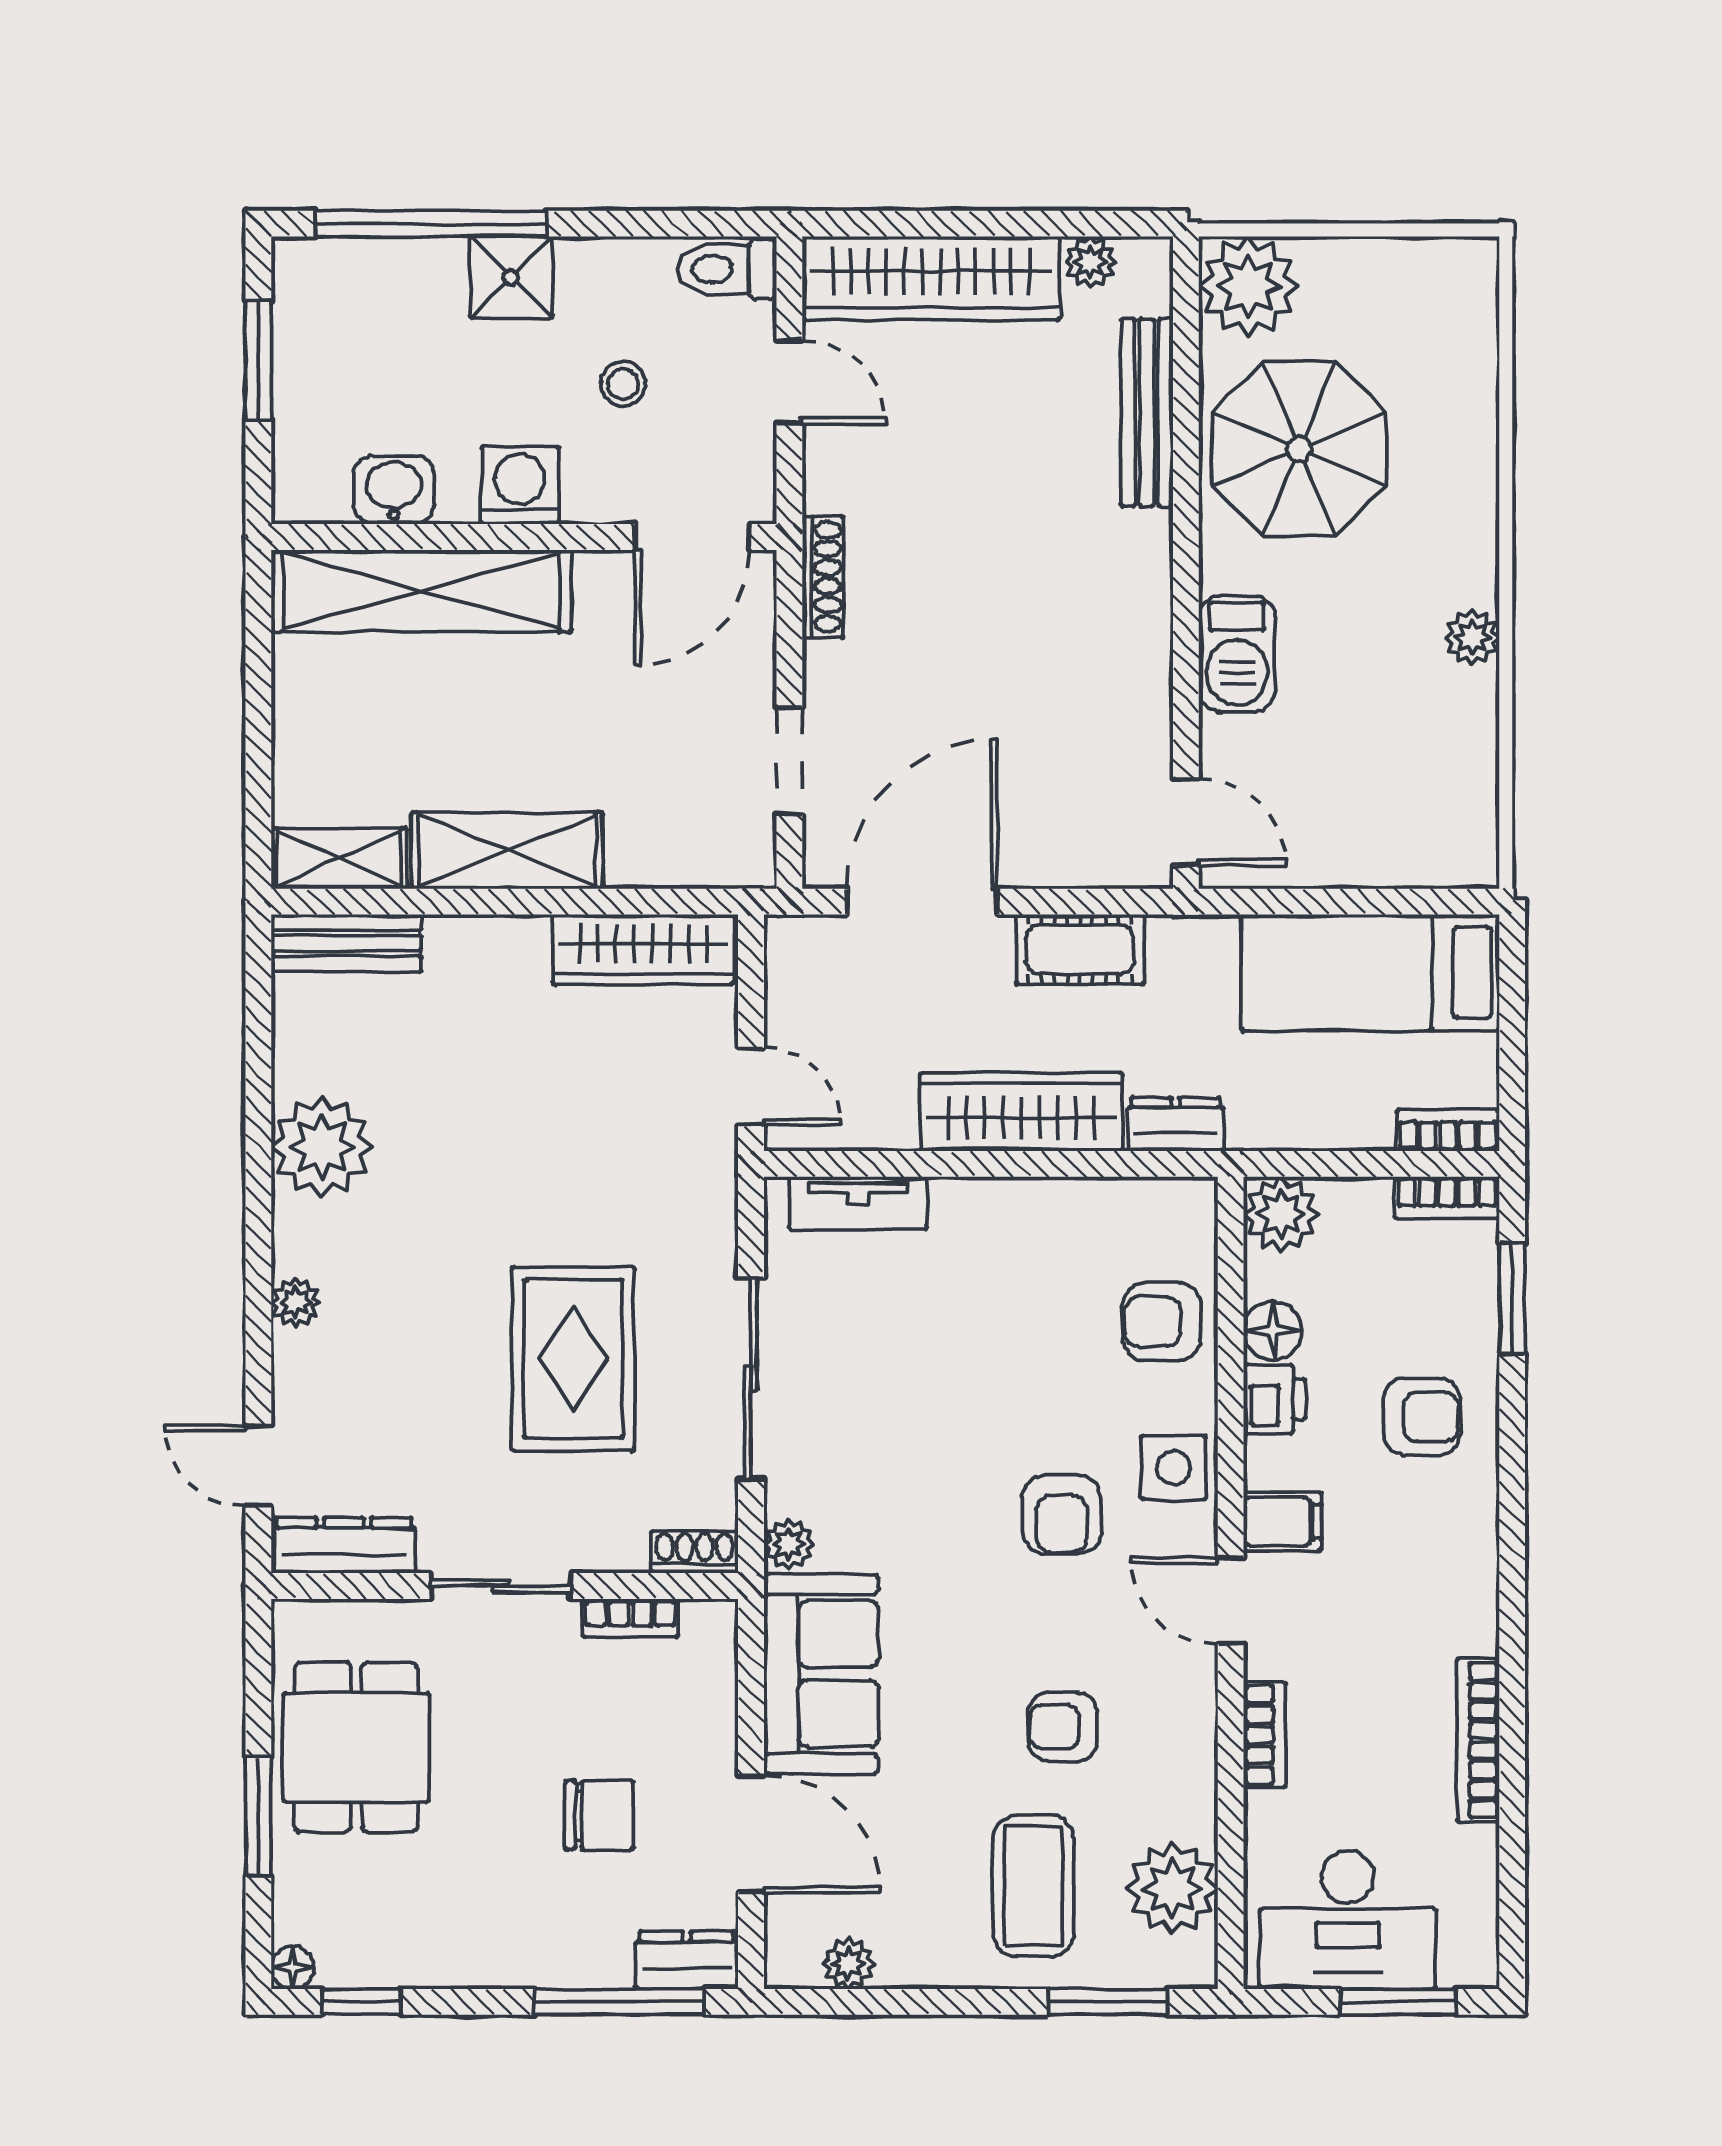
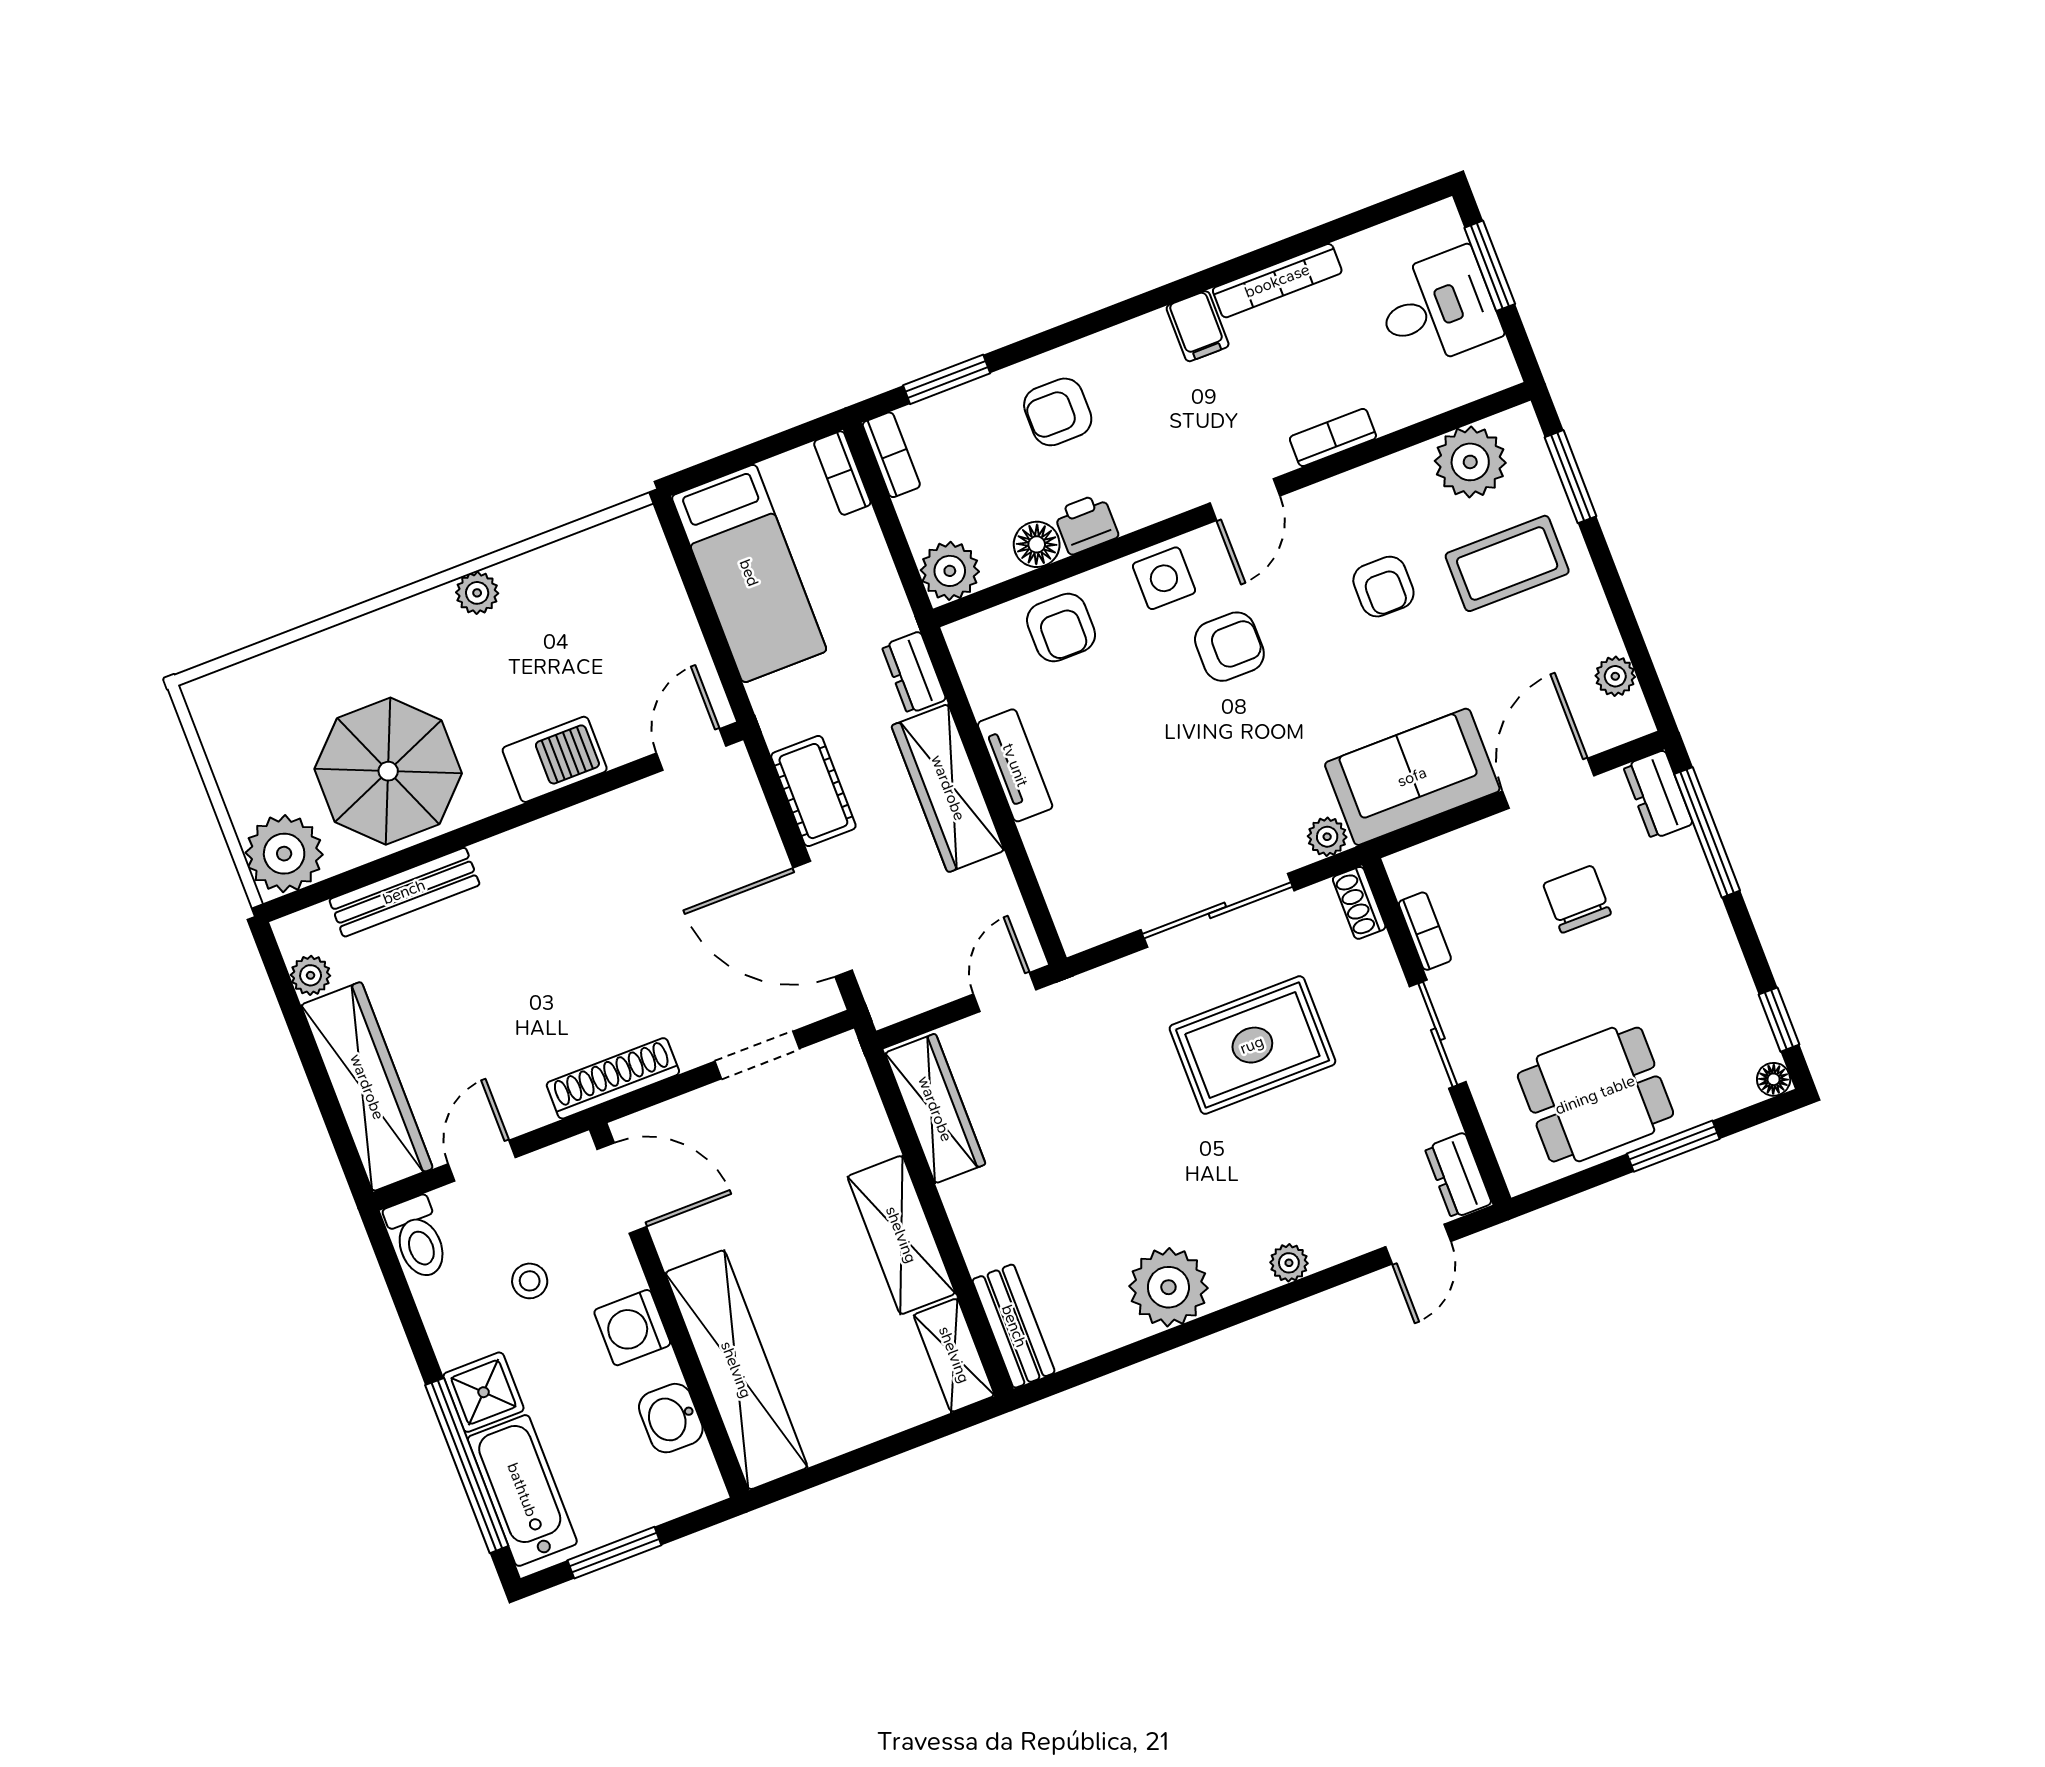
bathtub: (375, 279) -> (522, 1490), added
shoe rack: (823, 577) -> (613, 1078), width x1.36, depth x1.24
tv unit: (858, 1203) -> (1015, 765), moved
armchair: (1422, 1417) -> (1058, 412), turned -90
filing cabinet: (1283, 1521) -> (1198, 326), moved, turned 180
dresser: (344, 1545) -> (1458, 1176), width x0.70
desk: (1348, 1920) -> (1438, 308), width x0.73

